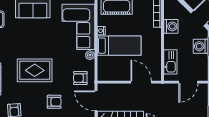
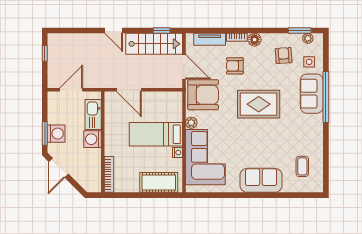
washing machine: (171, 26) -> (93, 139), moved
armchair: (80, 78) -> (203, 95), width x1.88, depth x1.88

